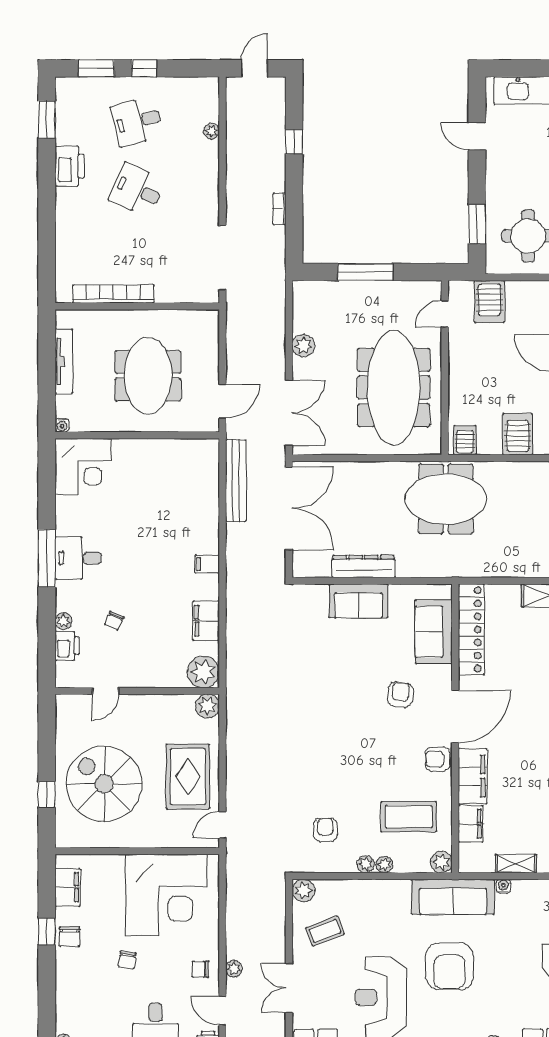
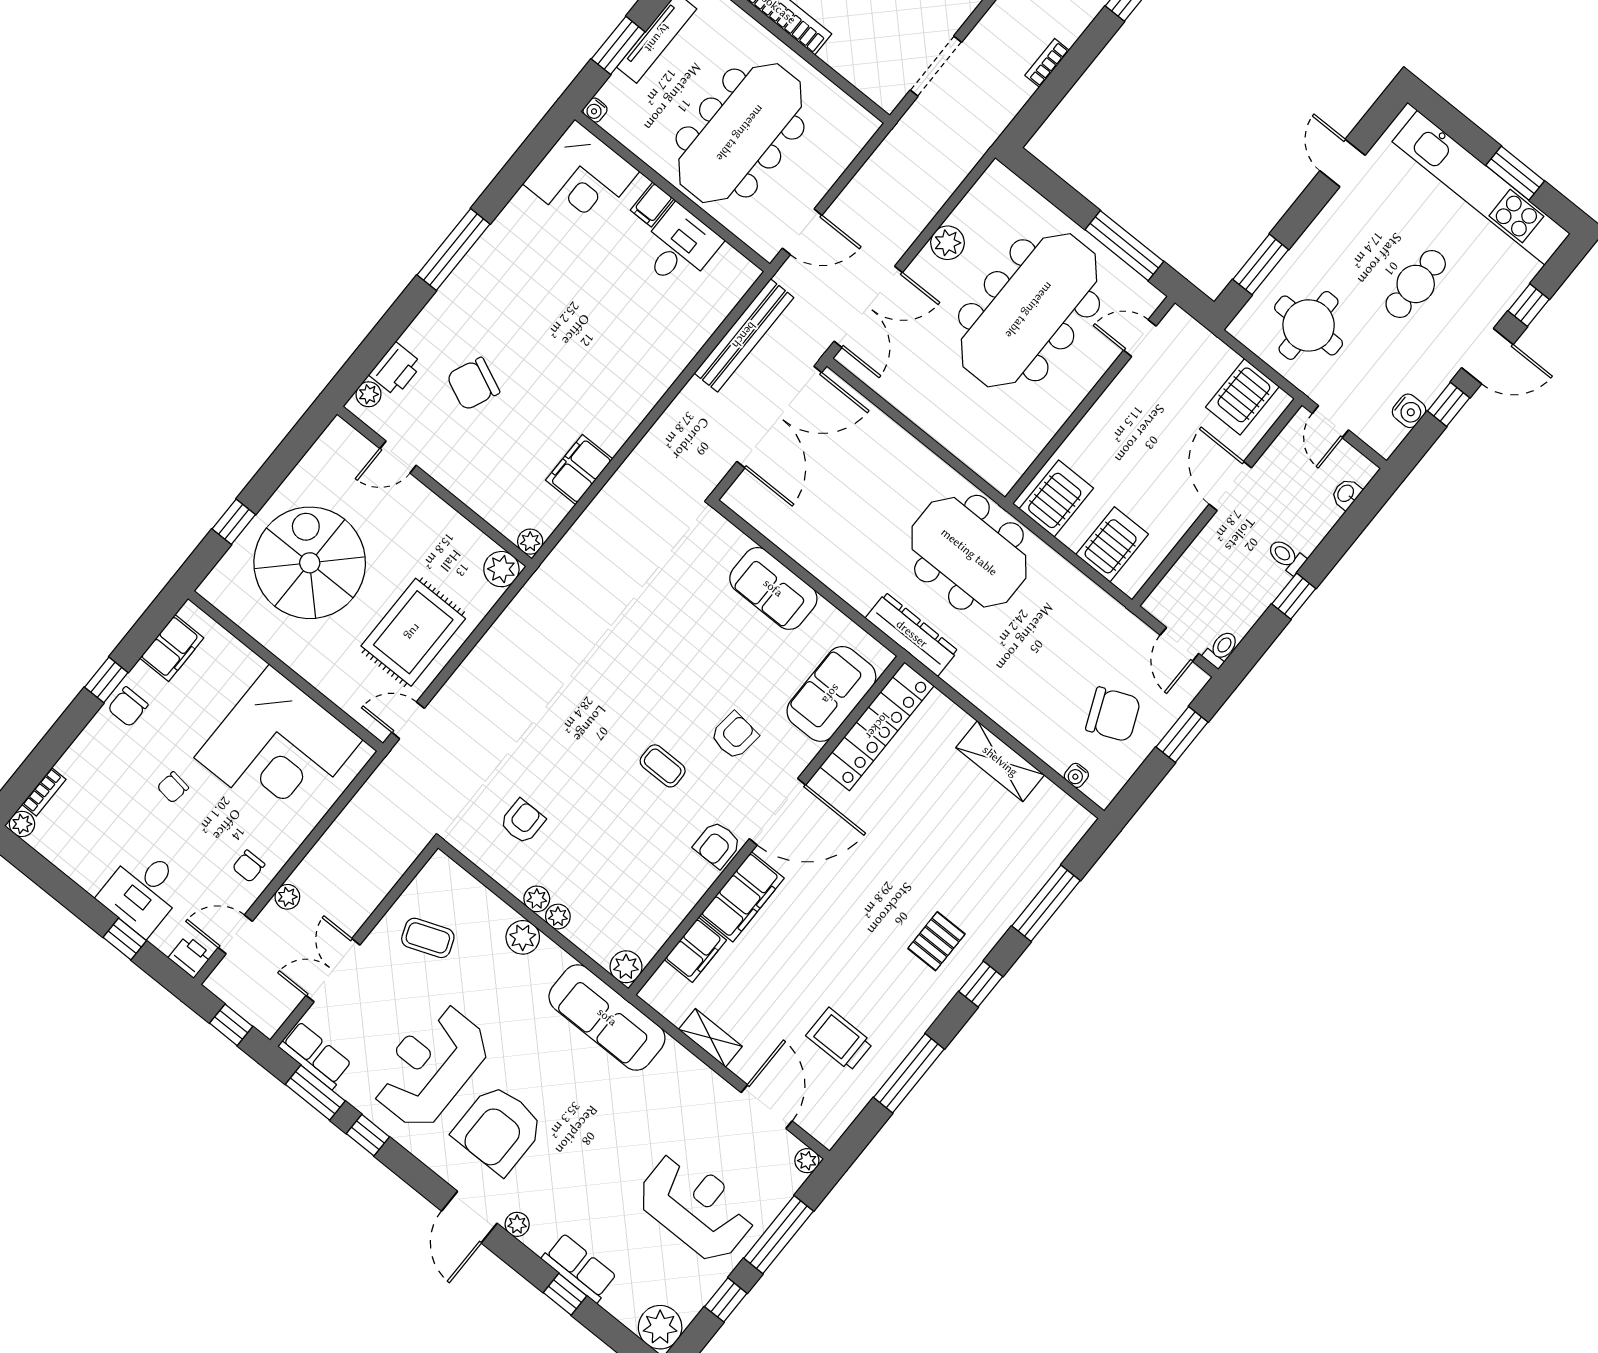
doorway: (222, 258) -> (936, 66), width x0.73
window: (365, 272) -> (1124, 246), moved
server rack: (489, 301) -> (1242, 397), moved
meeting table: (148, 376) -> (740, 133), width x1.36
window: (47, 381) -> (618, 45), added
meeting table: (394, 388) -> (1029, 310), moved
server rack: (465, 440) -> (1056, 498), width x1.36, depth x1.44
desk: (78, 558) -> (679, 247), moved, turned 90
filing cabinet: (207, 564) -> (652, 204), moved, turned -90
dresser: (364, 566) -> (912, 634), moved
plant: (63, 621) -> (369, 394), moved
chair: (114, 621) -> (473, 384), width x1.87, depth x1.87
plant: (203, 672) -> (530, 542), width x0.53, depth x0.53
armchair: (438, 759) -> (717, 845), turned -90
coffee table: (409, 817) -> (663, 766), moved, width x0.54, depth x0.58
water cooler: (503, 886) -> (675, 1052), removed
plant: (303, 890) -> (523, 937), moved
armchair: (450, 966) -> (498, 1129), moved
chair: (200, 969) -> (249, 866), turned -90
door: (222, 1011) -> (235, 934), hinge flipped
bookcase: (61, 1017) -> (44, 792), added

